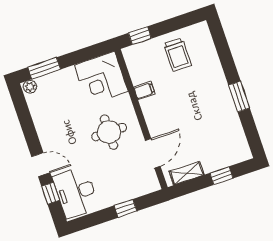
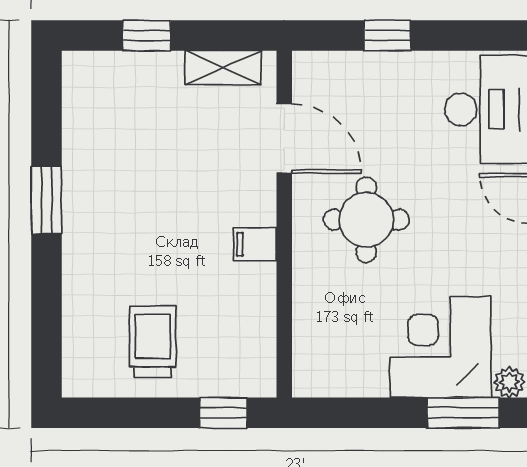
corner desk: (101, 78) -> (440, 347), moved, turned -90
filing cabinet: (144, 91) -> (255, 244), moved
door: (153, 153) -> (284, 138), swing flipped

